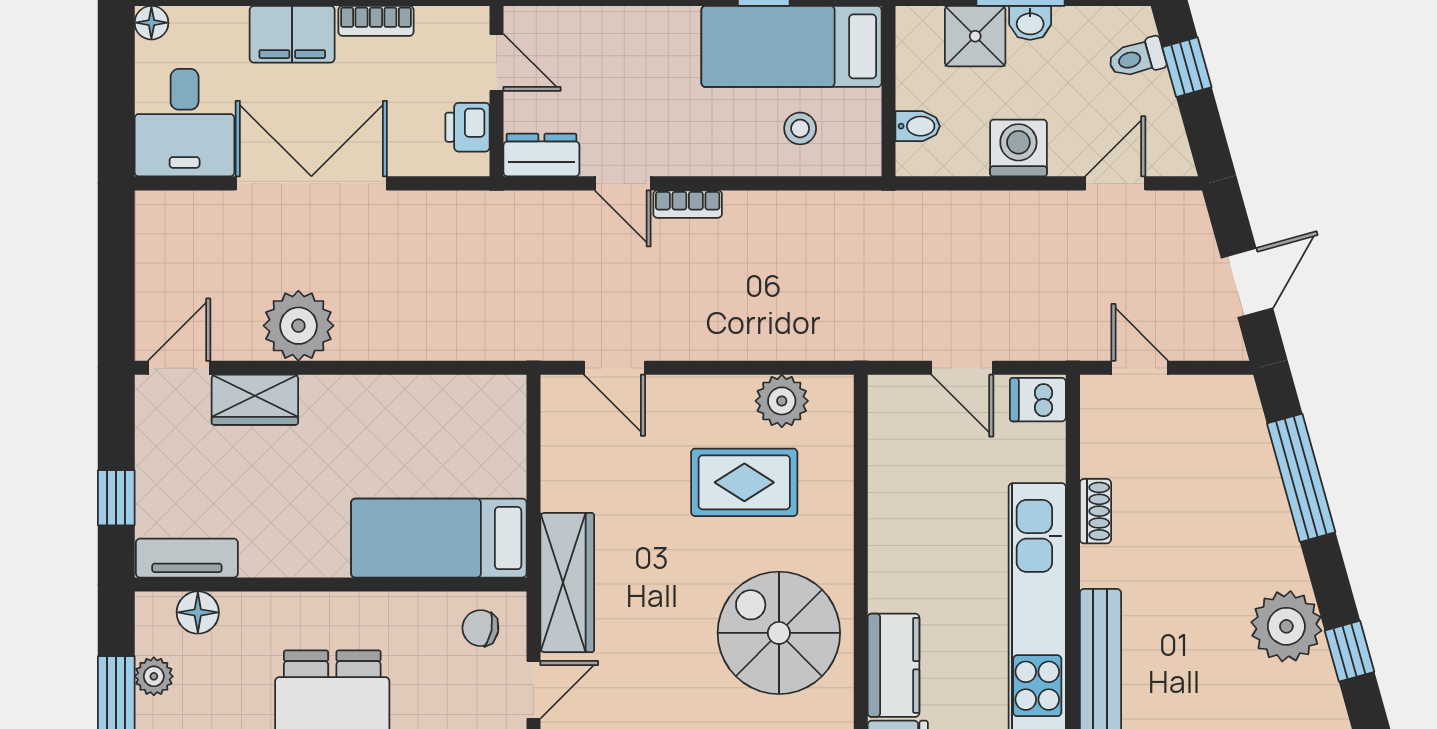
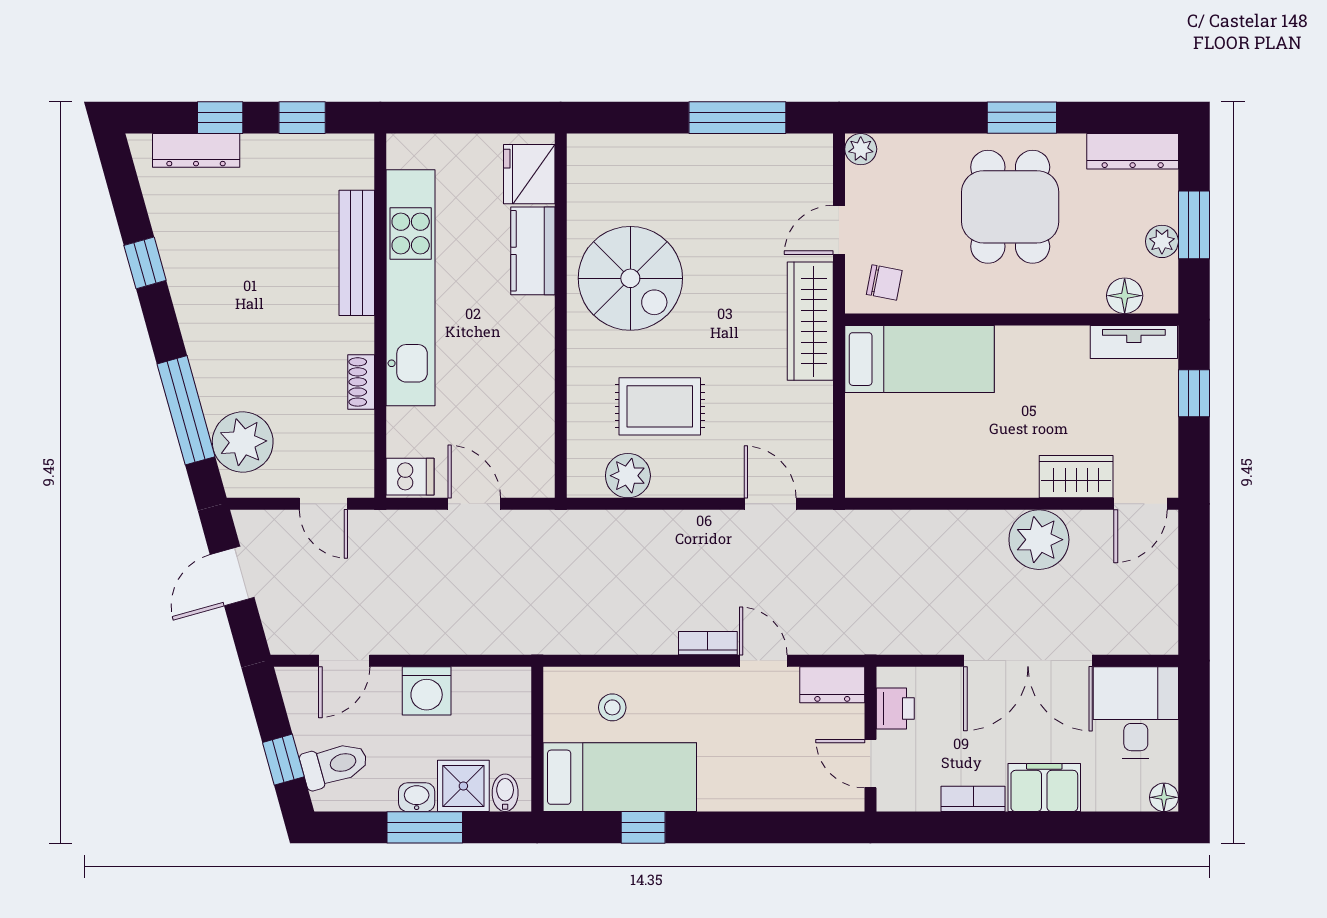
toilet: (1137, 58) -> (334, 765), width x1.37, depth x1.39
bidet: (918, 126) -> (505, 793), moved, turned 90
plant: (1286, 626) -> (243, 442), moved

